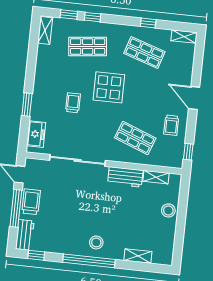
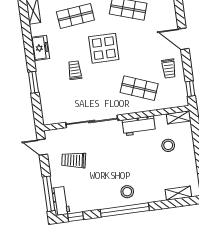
freezer: (36, 134) -> (40, 48), moved
shelving: (156, 177) -> (179, 117), moved
trolley: (31, 202) -> (74, 160), moved, turned -80
window: (16, 208) -> (49, 194), moved
stool: (168, 210) -> (168, 145), moved
shelving: (138, 256) -> (178, 193), moved

